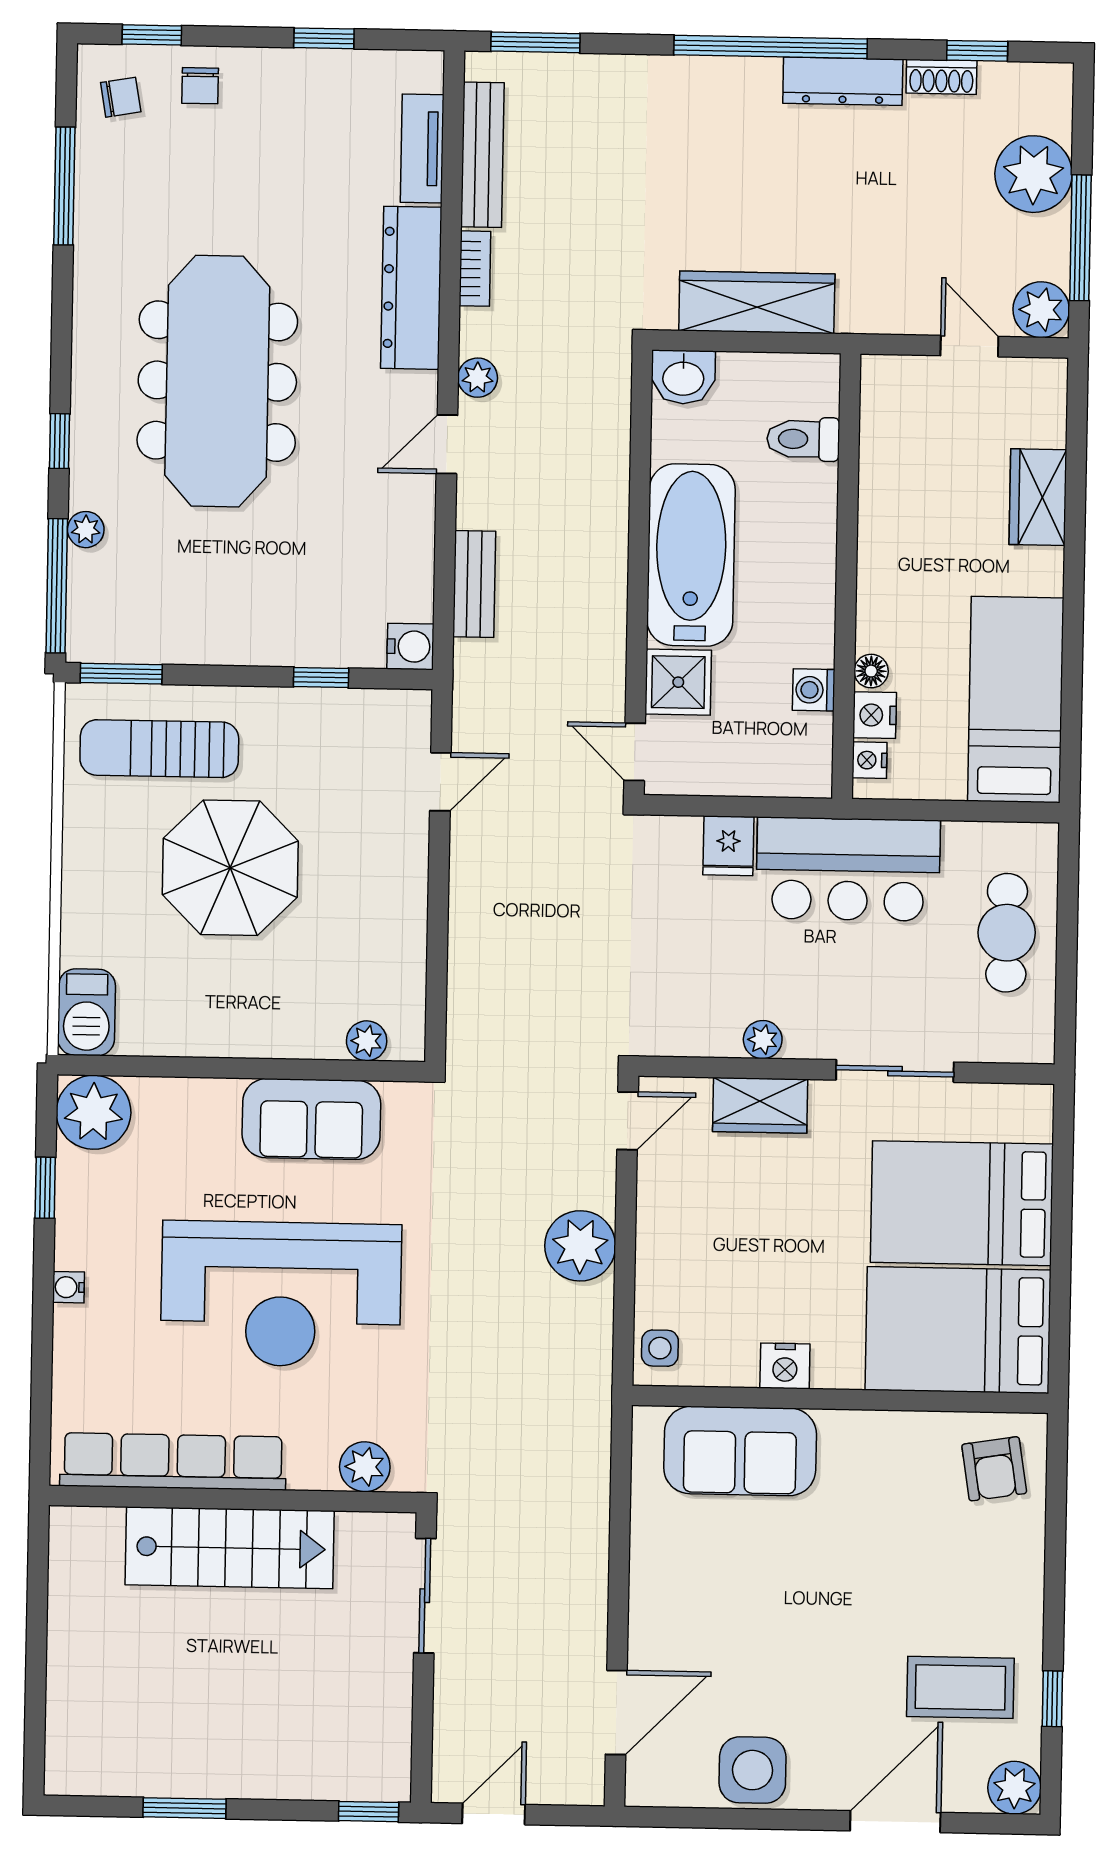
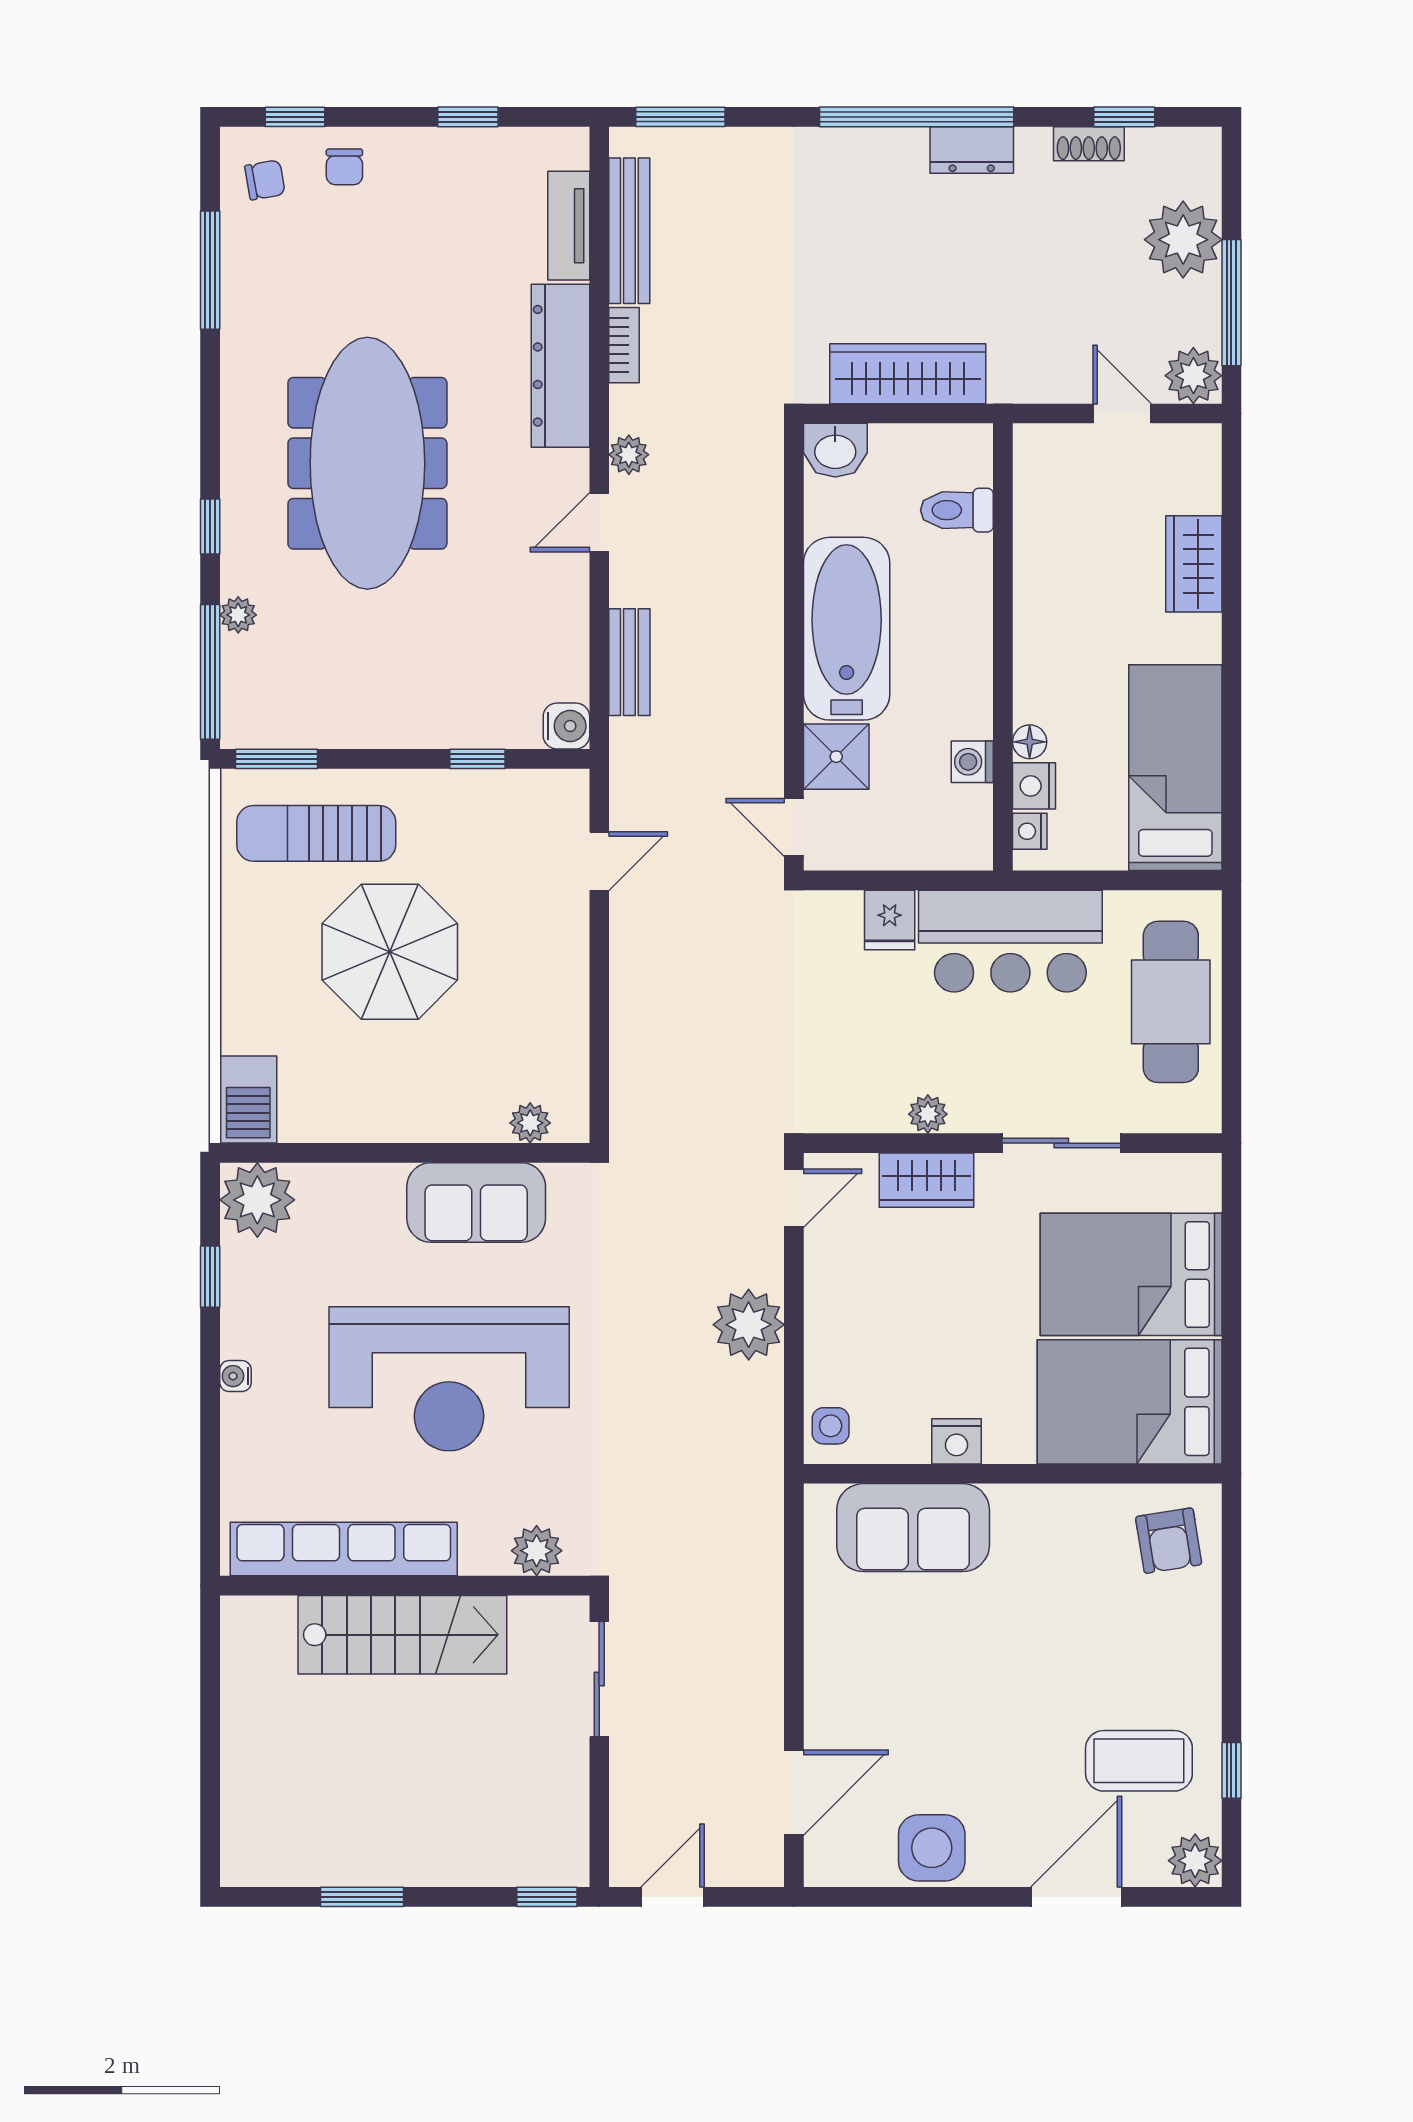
dresser: (843, 81) -> (972, 150), width x0.70
cafe table: (1007, 933) -> (1171, 1002), width x1.37, depth x1.35

